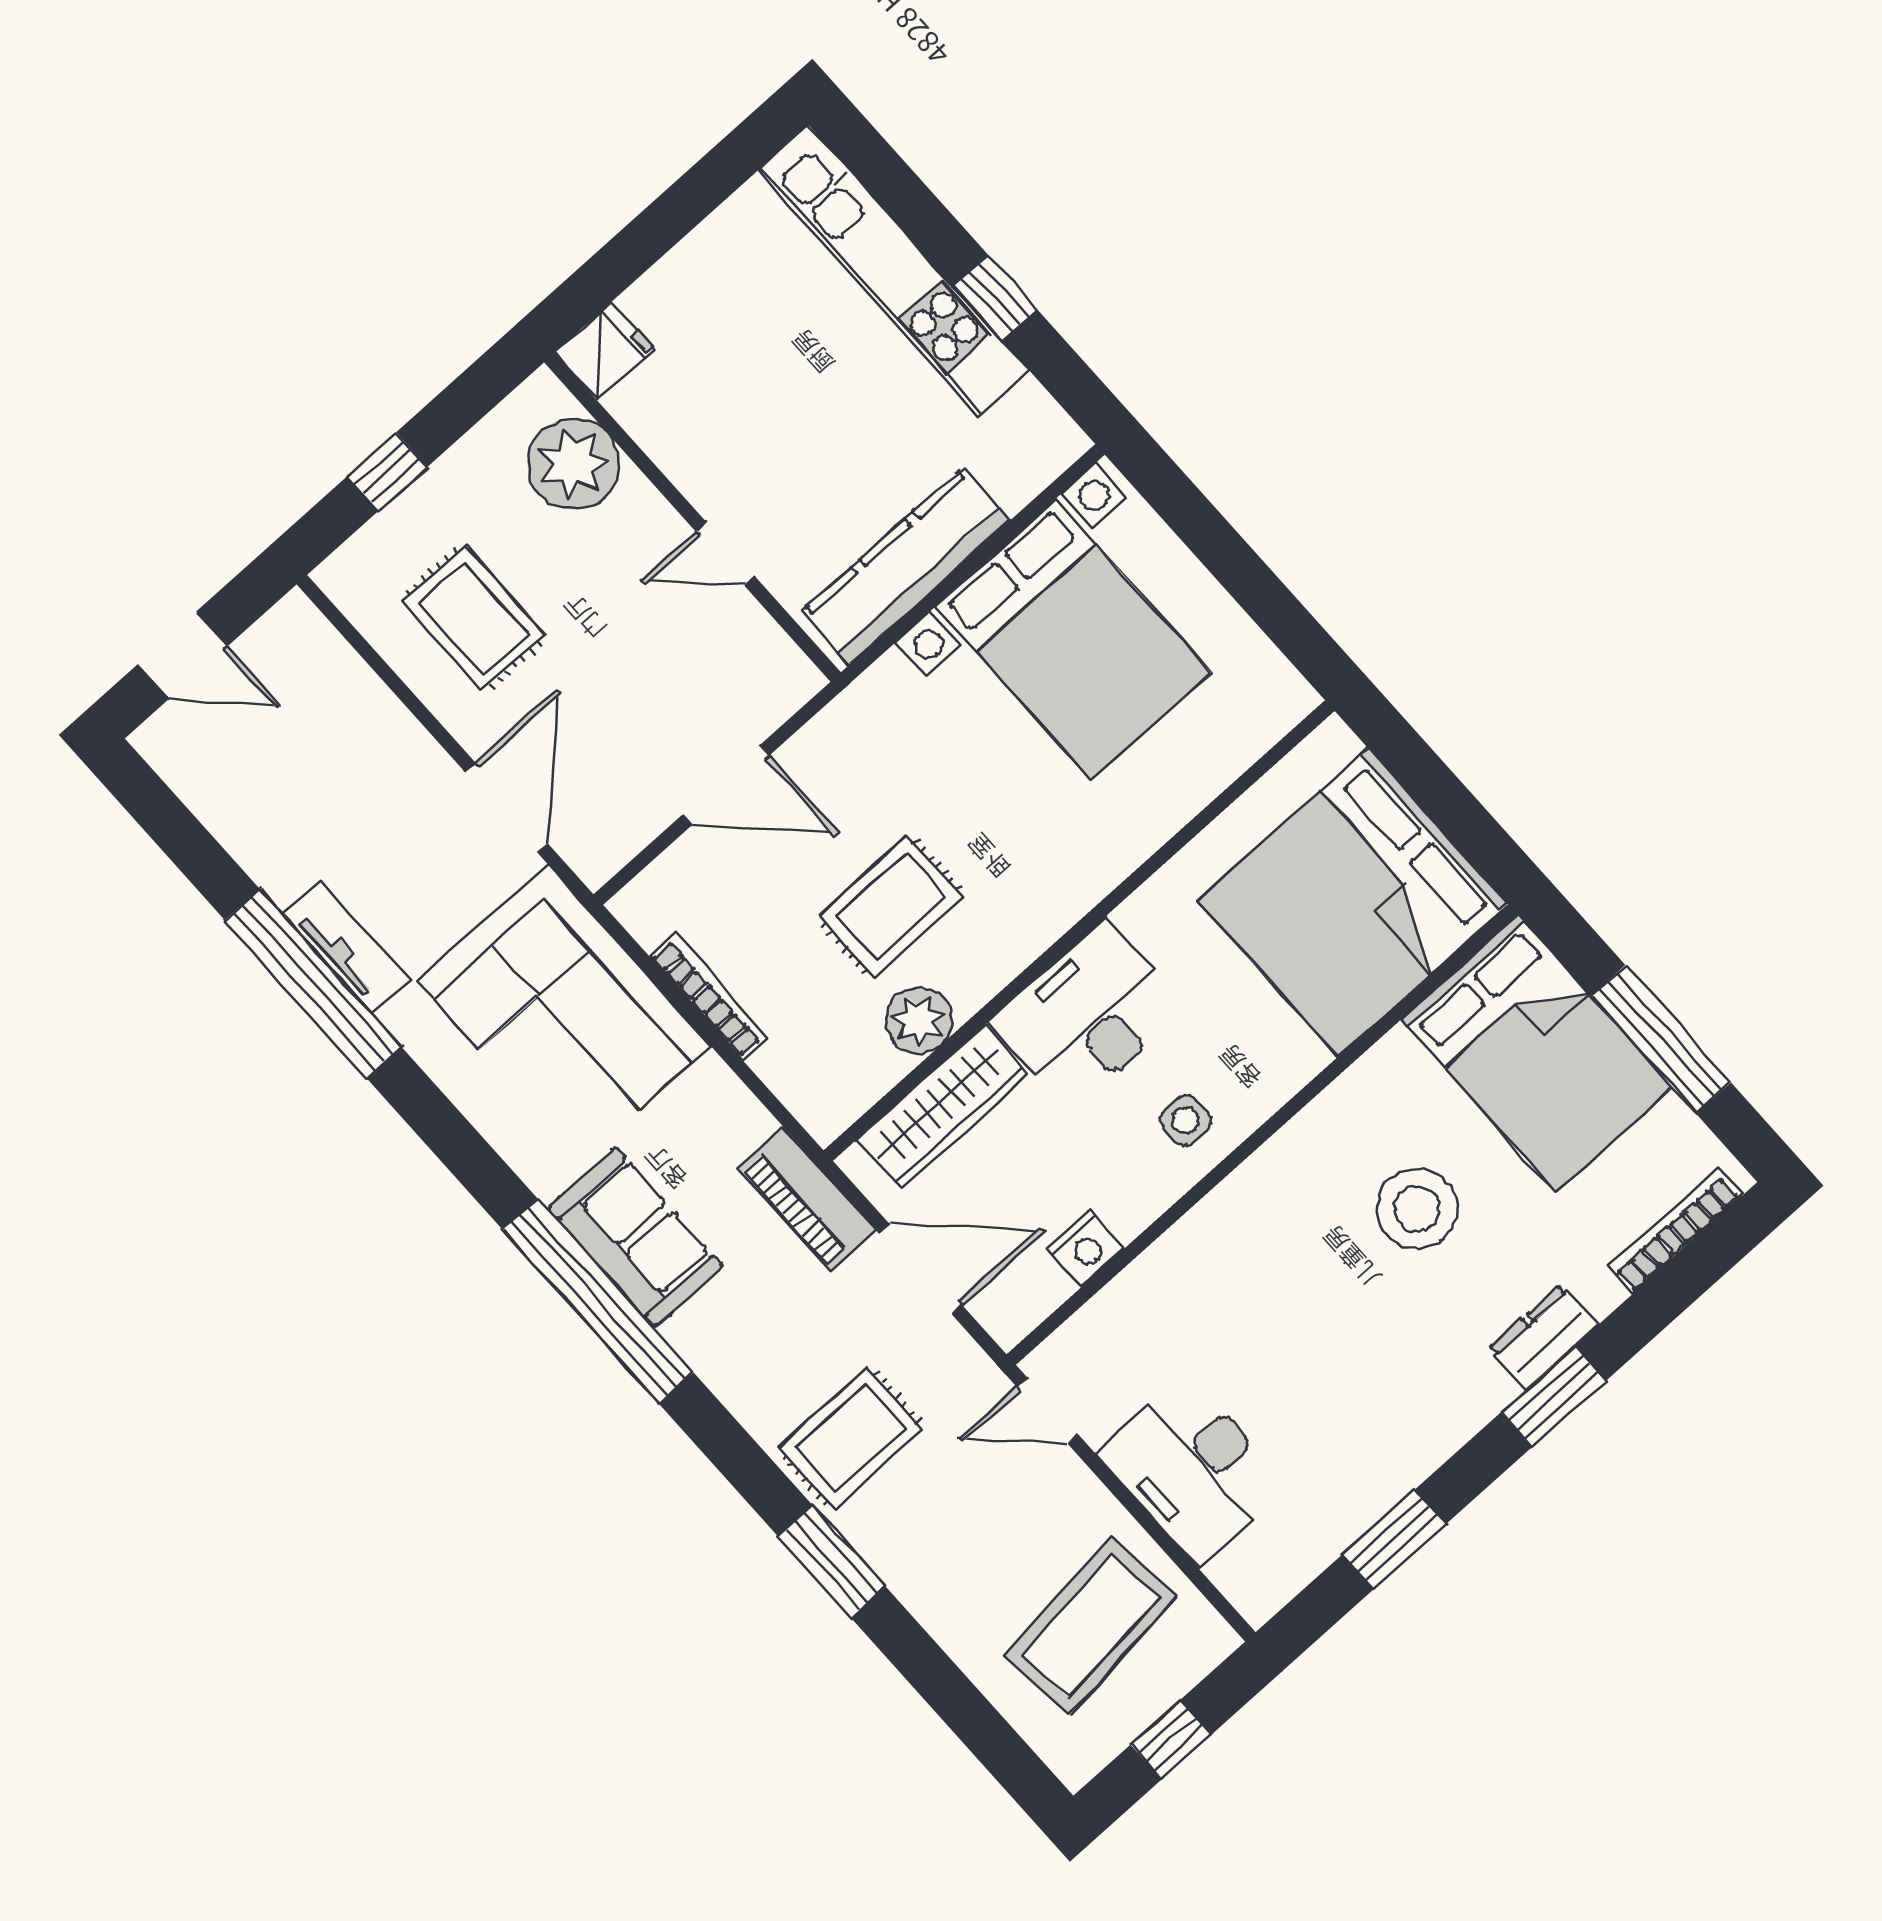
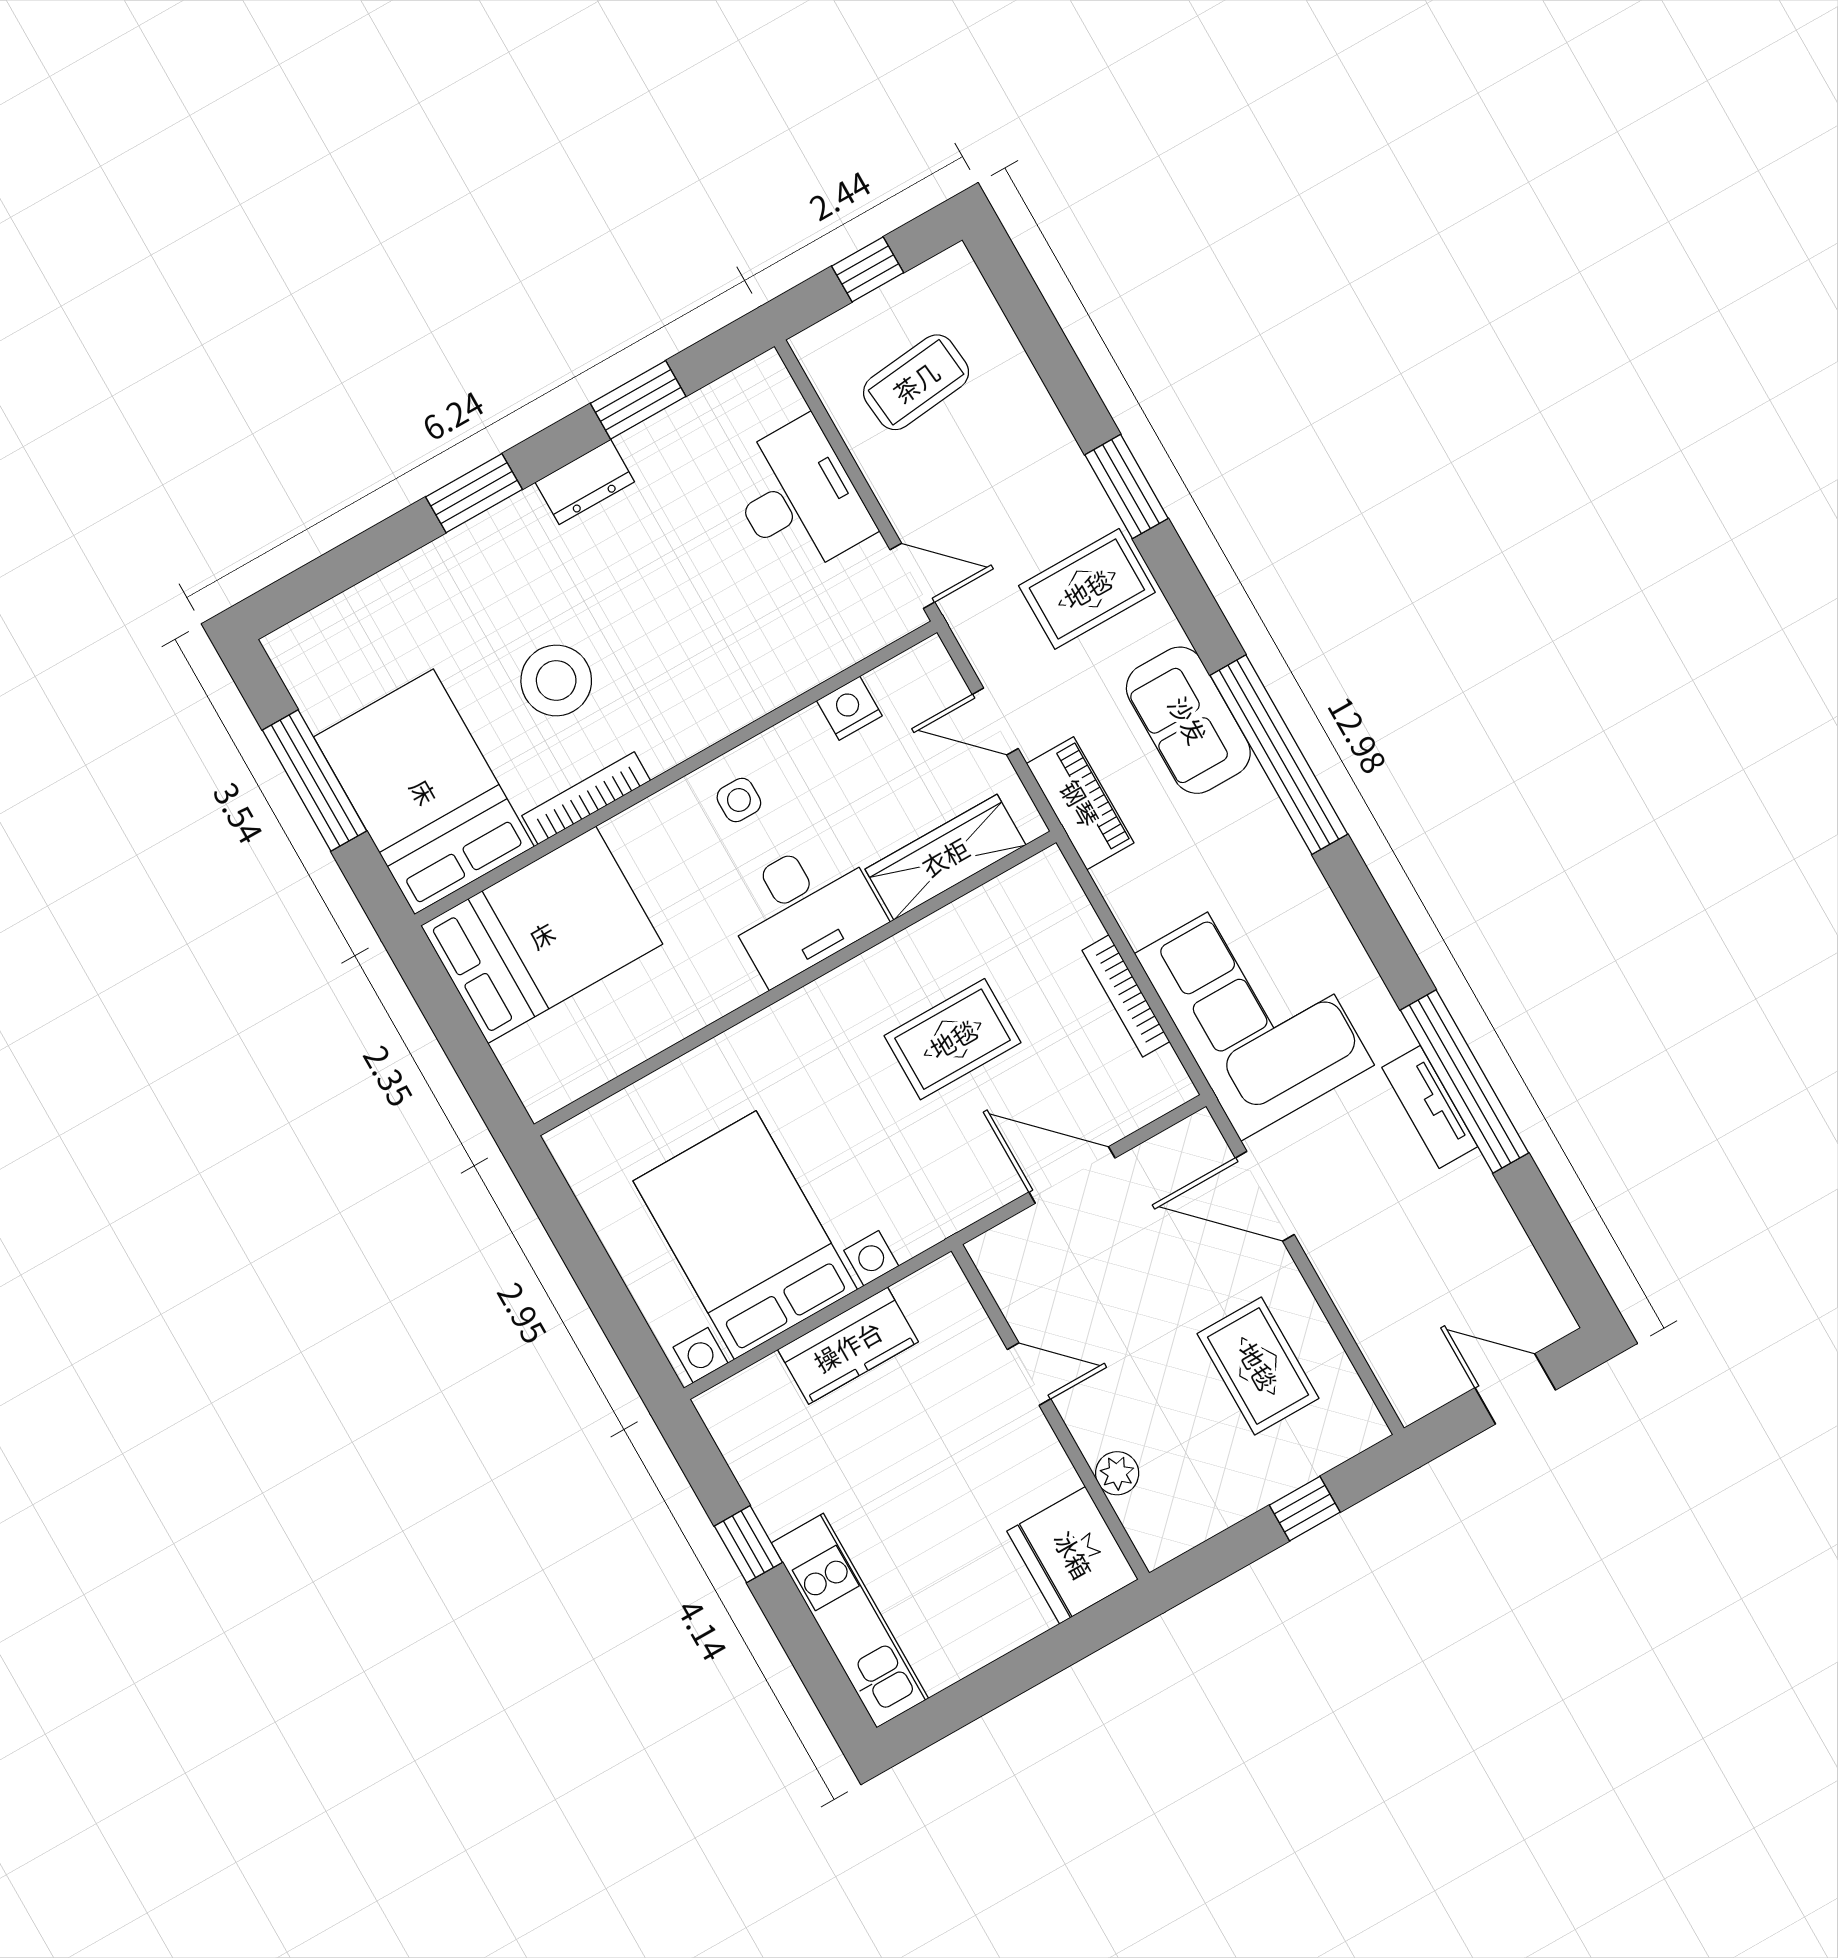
kitchen unit: (894, 270) -> (850, 1621), width x0.73
fridge: (605, 351) -> (1073, 1555), width x1.88, depth x1.34
plant: (573, 464) -> (1117, 1473), width x0.53, depth x0.53
kitchen counter: (906, 566) -> (848, 1346), width x0.67
door: (507, 808) -> (1265, 1196), hinge flipped
bed: (1353, 902) -> (542, 935), width x0.73
plant: (919, 1020) -> (950, 936), removed
bookcase: (1675, 1231) -> (586, 798), moved, turned 180
sofa: (635, 1238) -> (1188, 720), moved
door: (921, 1269) -> (995, 722), width x0.73
dresser: (1543, 1337) -> (585, 482), moved
coffee table: (1090, 1626) -> (916, 382), width x0.73, depth x0.76

